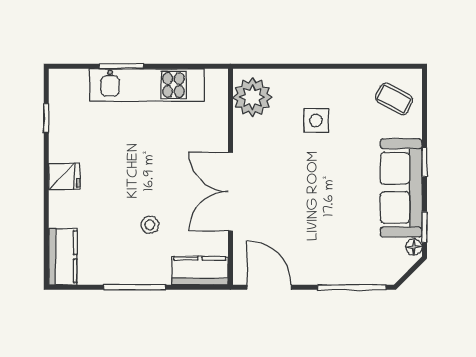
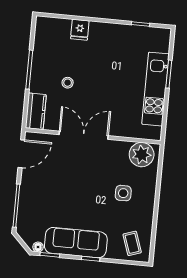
coffee table: (394, 99) -> (132, 243), turned -48
fridge: (64, 177) -> (80, 30), moved
kitchen counter: (63, 257) -> (53, 26), removed

